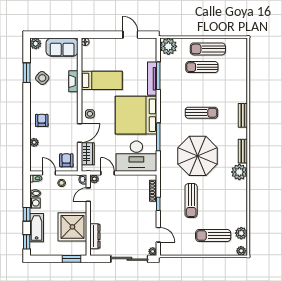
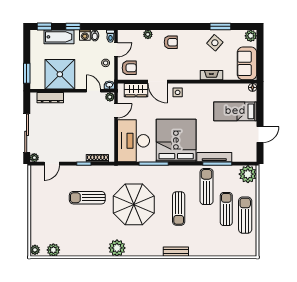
bed: (102, 80) -> (235, 111), moved, turned 90
bench: (243, 151) -> (139, 252), removed
sun lounger: (213, 236) -> (207, 187), moved

